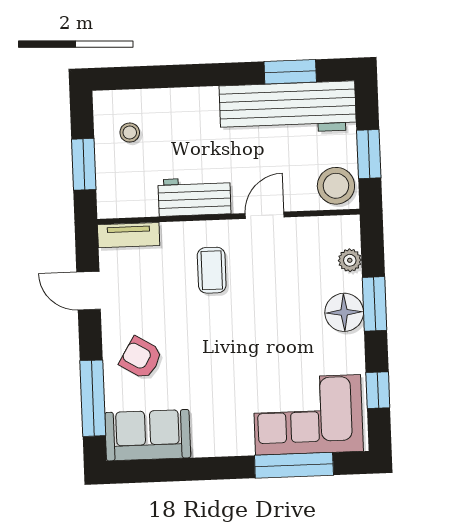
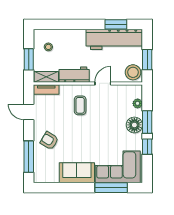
shelving: (127, 205) -> (46, 77), added
window: (378, 390) -> (147, 147), moved
sofa: (148, 435) -> (77, 173), moved

